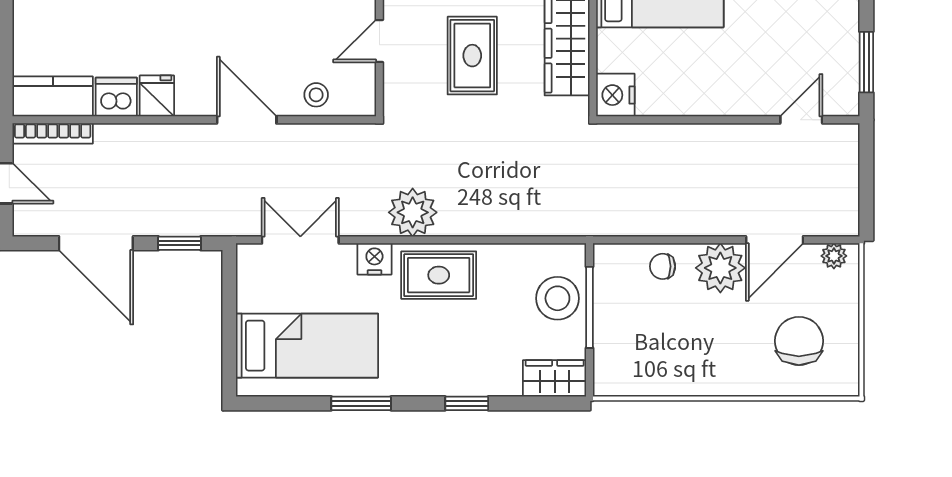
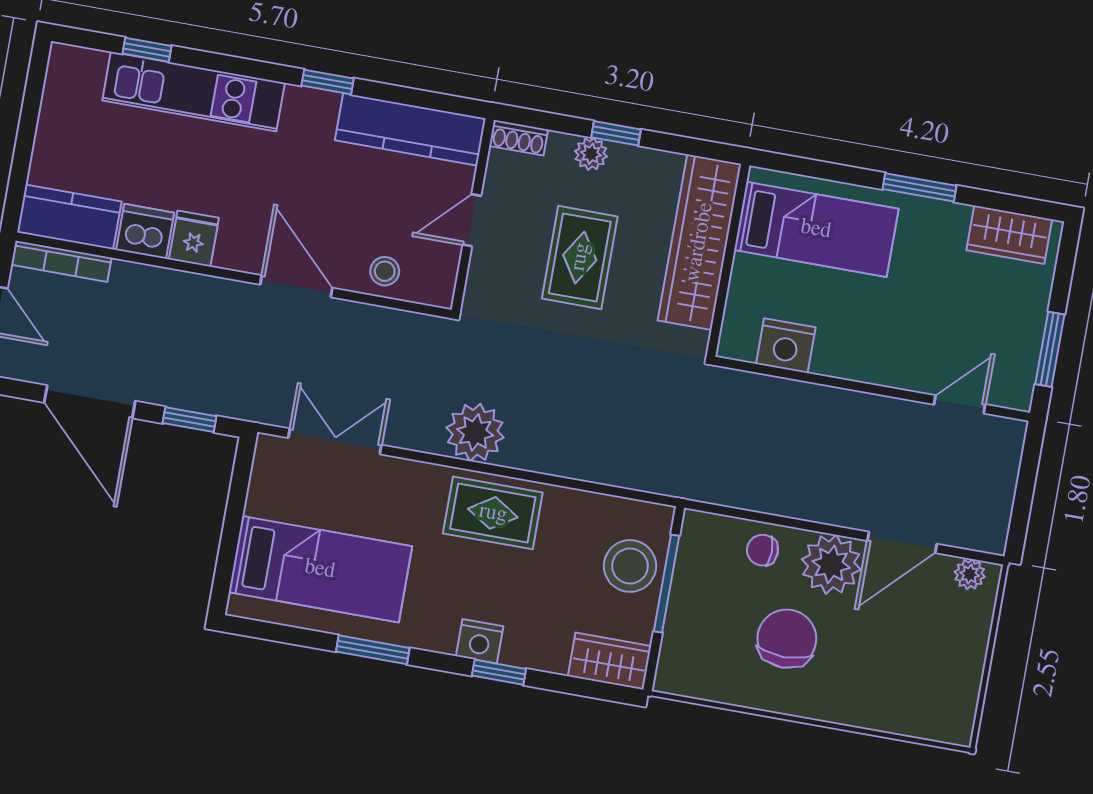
nightstand: (615, 95) -> (786, 346), moved, turned -90
nightstand: (374, 259) -> (480, 641), moved, turned 180
chair: (799, 341) -> (787, 639), moved

